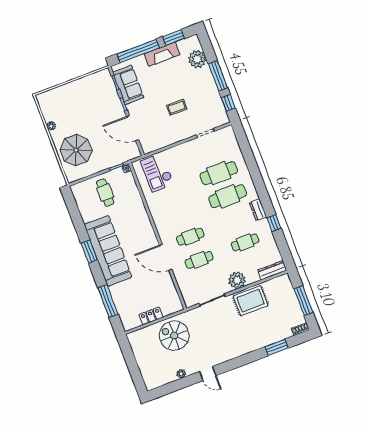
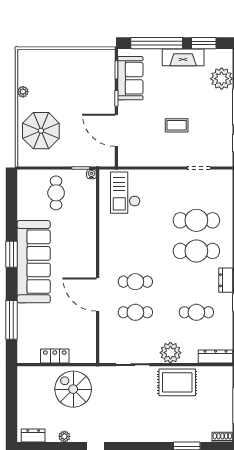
dresser: (157, 382) -> (33, 436), added

